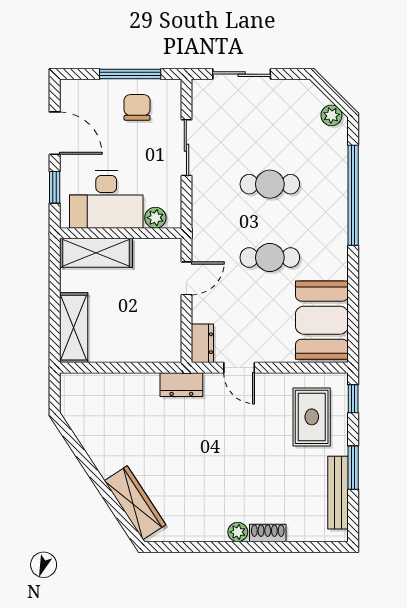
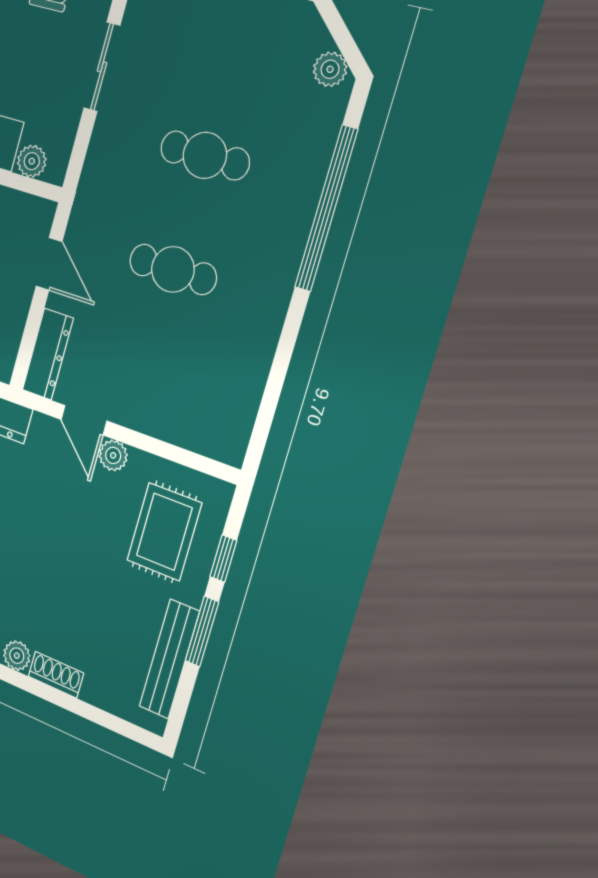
door: (186, 278) -> (49, 264), hinge flipped
booth: (322, 320) -> (221, 391), removed
dresser: (202, 343) -> (48, 354), width x1.44
plant: (265, 383) -> (113, 455), added
window: (353, 399) -> (223, 559), moved

